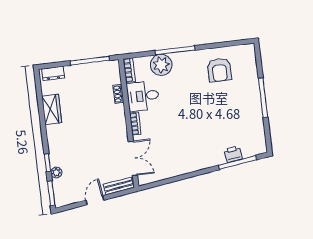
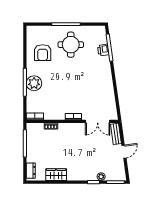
plant: (161, 65) -> (34, 83), moved
armchair: (219, 70) -> (43, 53), turned 90
desk: (143, 96) -> (54, 109), removed
round table: (235, 108) -> (71, 45), added
double door: (133, 158) -> (98, 121), swing flipped
door: (95, 200) -> (124, 152), swing flipped

